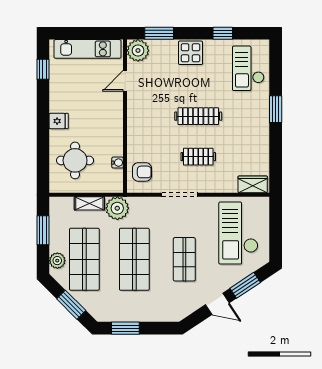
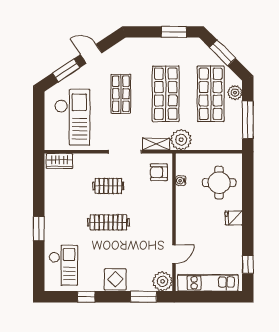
shelving: (89, 203) -> (156, 144), moved
window: (43, 230) -> (248, 120), width x1.44

